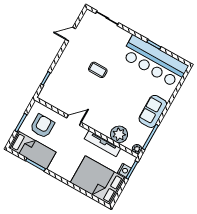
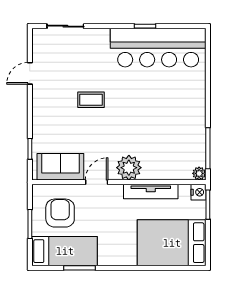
sofa: (153, 111) -> (60, 167), moved, turned 90
plant: (119, 134) -> (129, 168), moved
nightstand: (124, 170) -> (198, 192), moved

